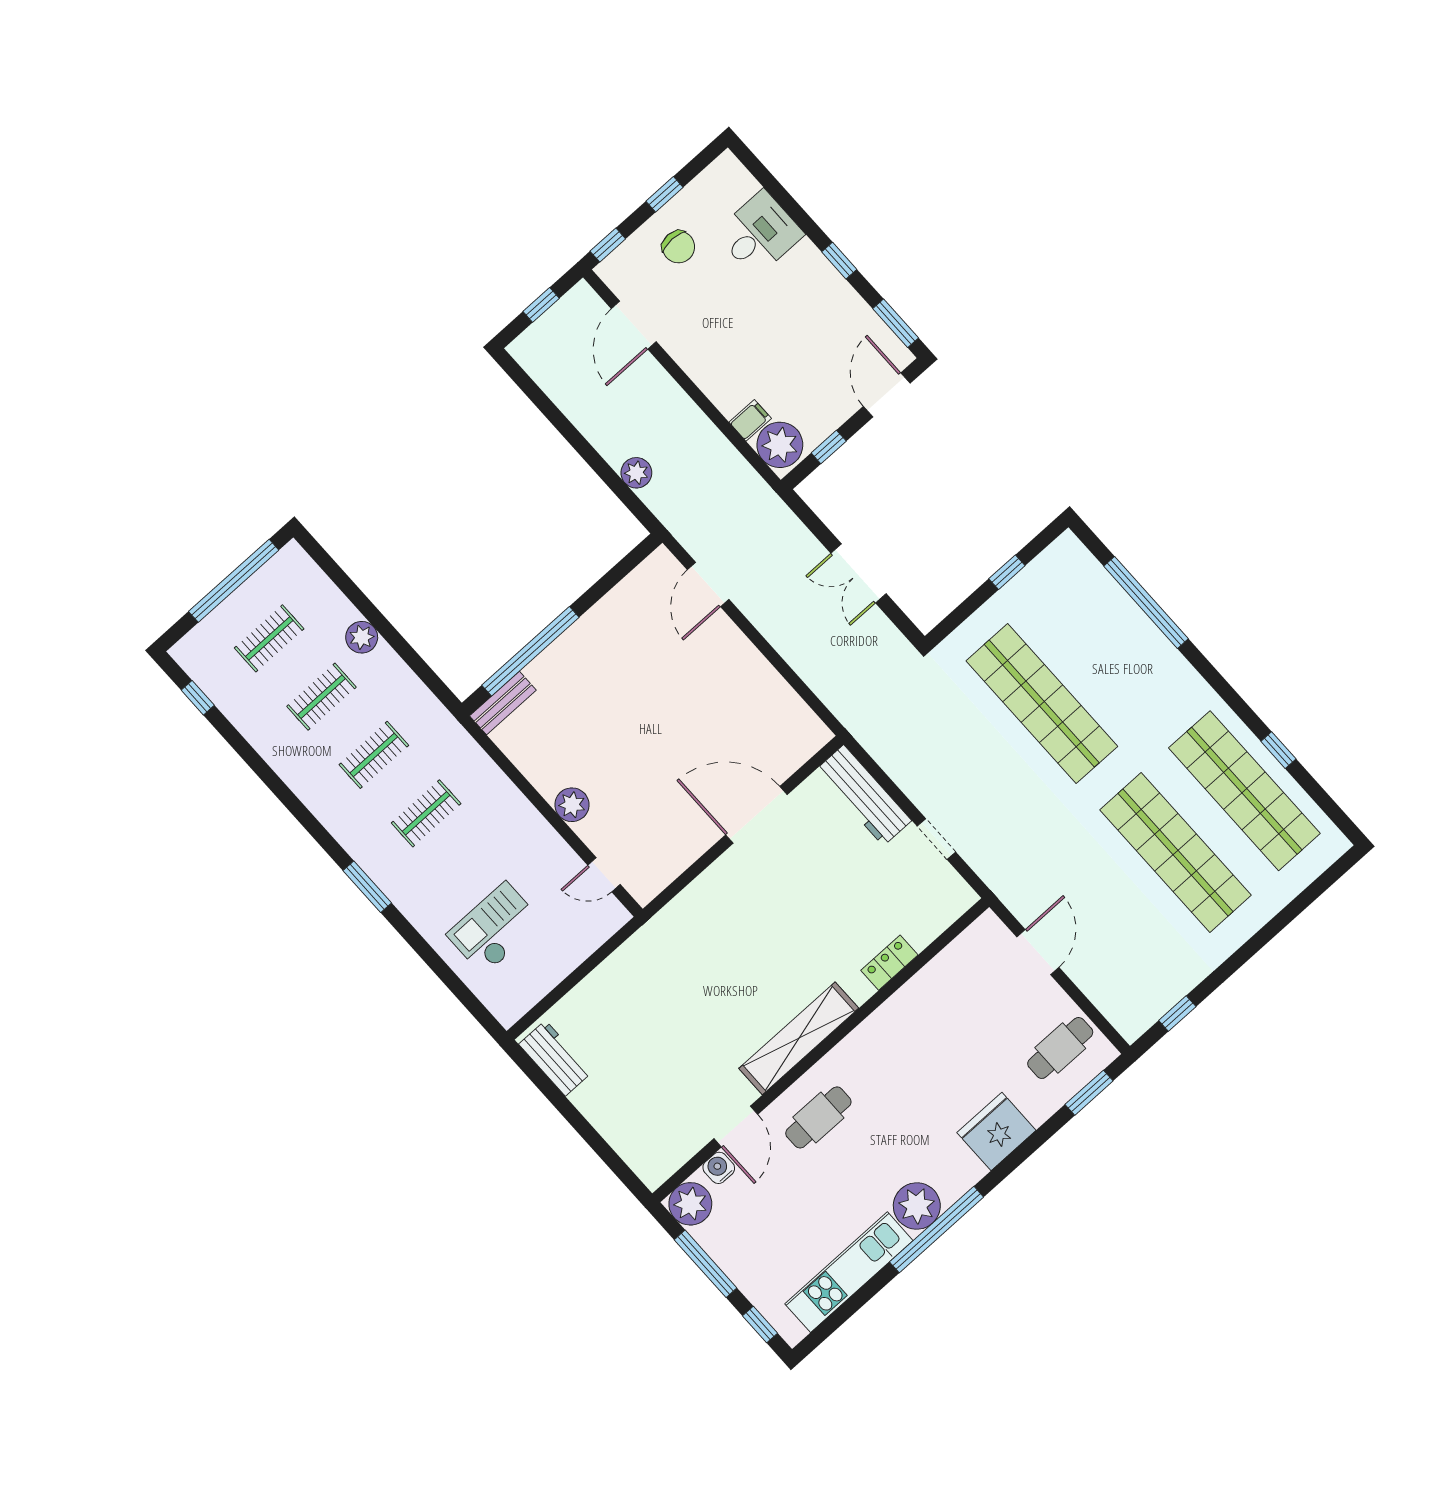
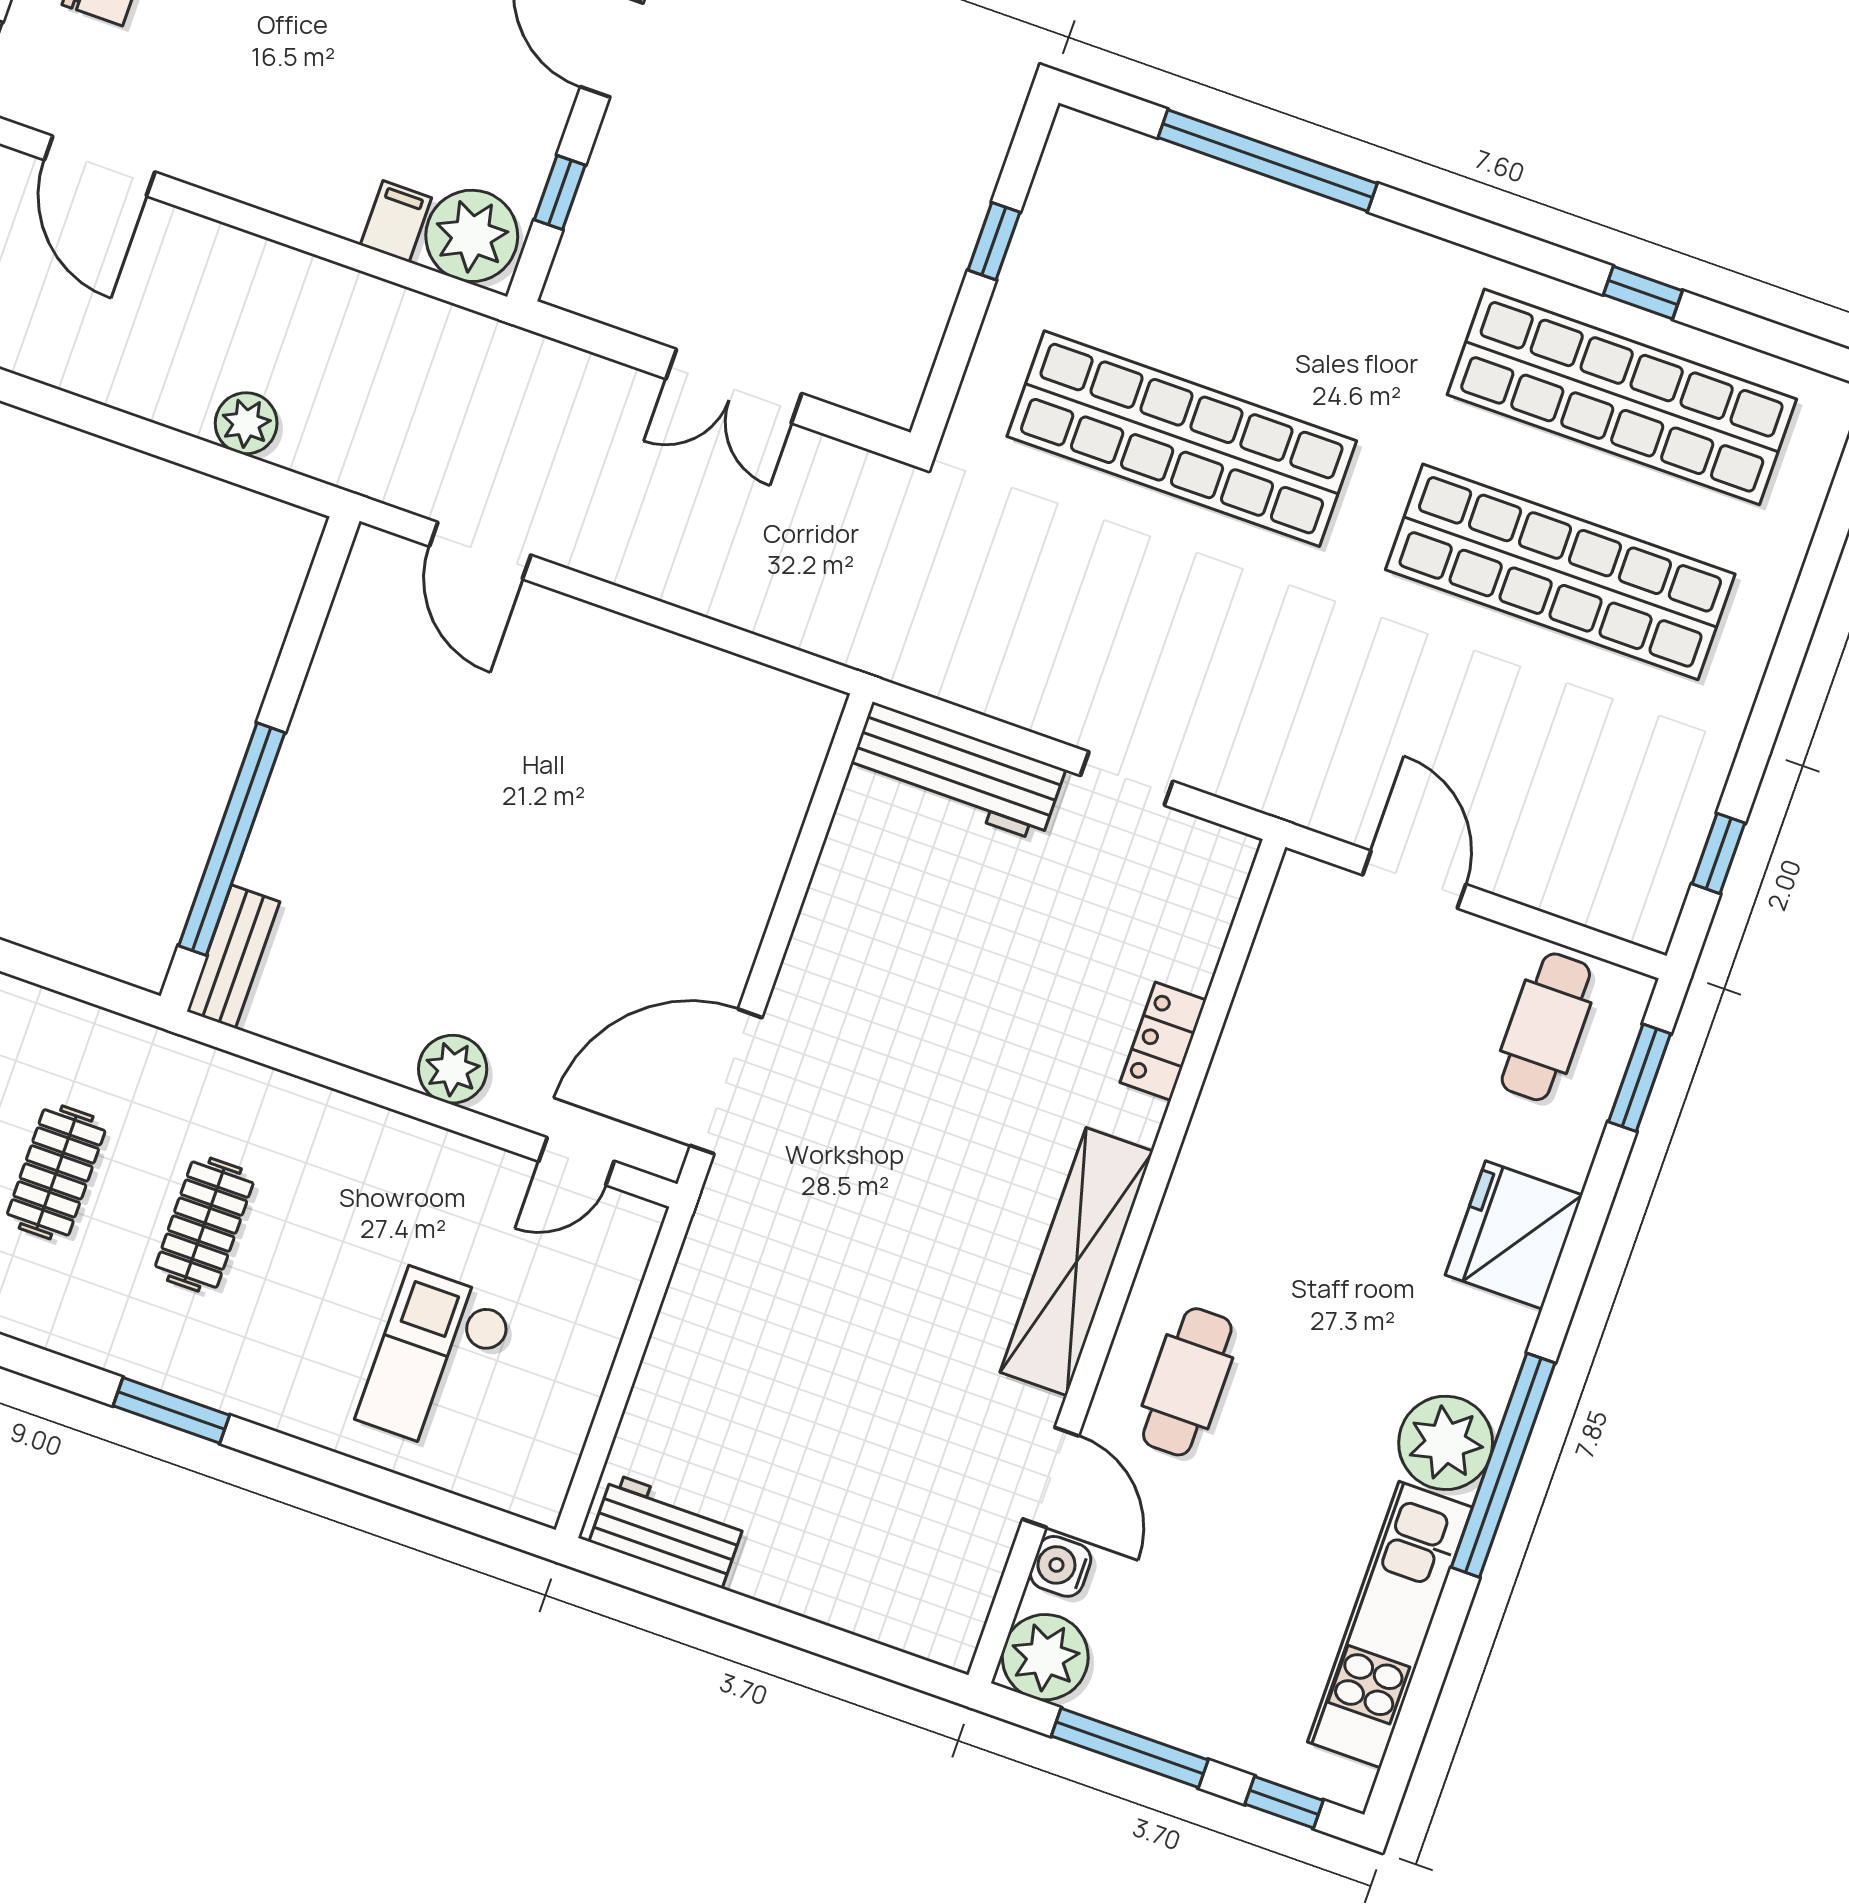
door: (756, 815) -> (726, 1082), moved

